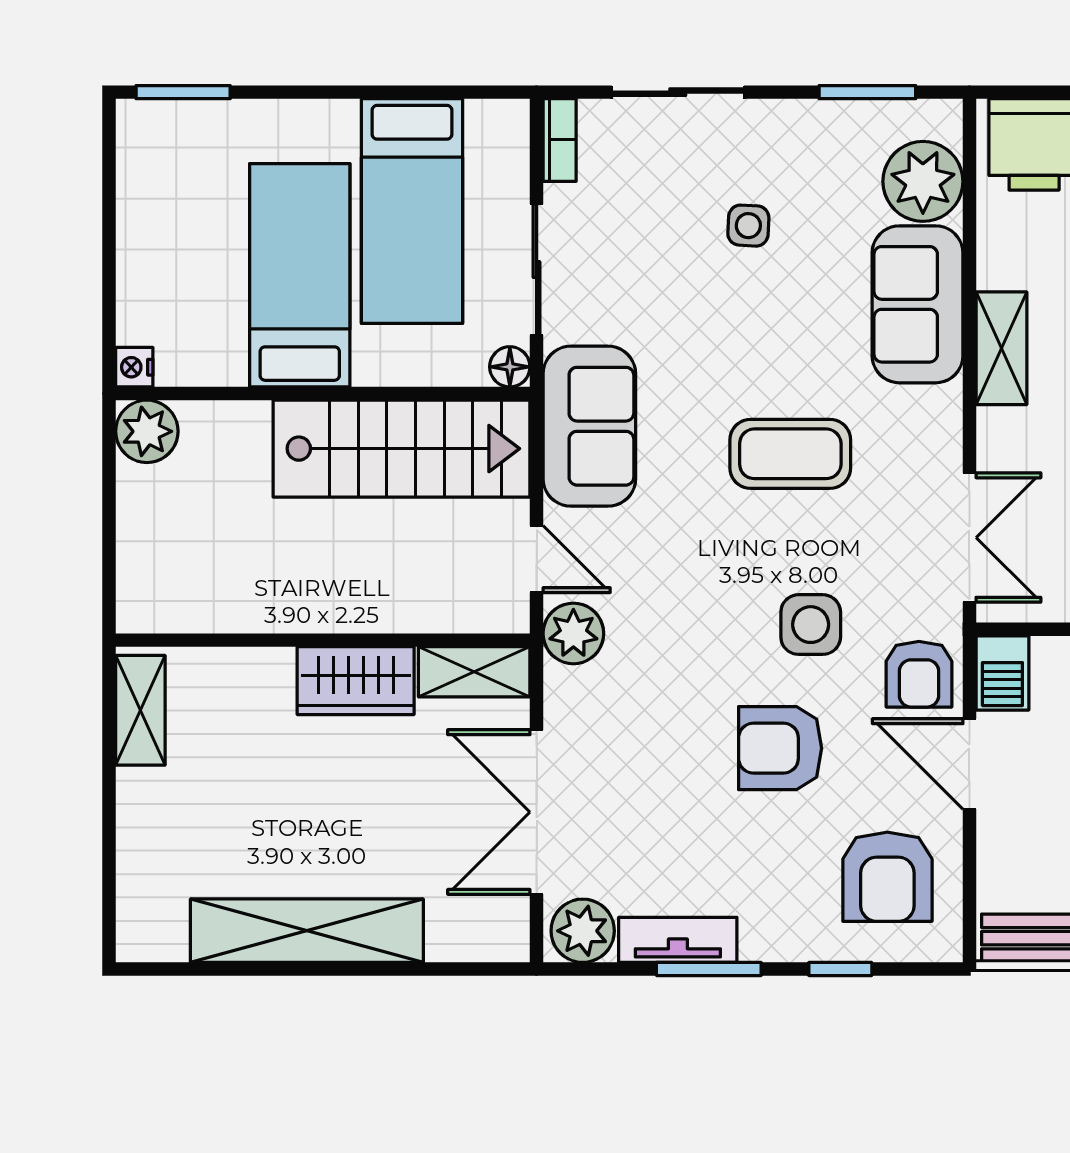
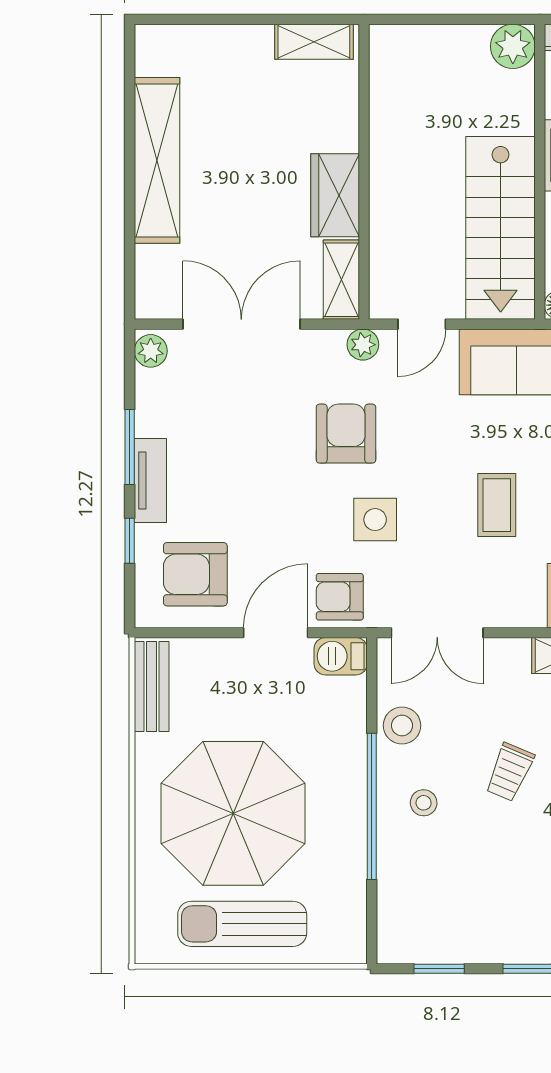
coffee table: (790, 454) -> (497, 505), width x0.73, depth x0.77
plant: (573, 633) -> (363, 345), width x0.73, depth x0.73
armchair: (780, 748) -> (346, 434), moved
plant: (583, 931) -> (151, 351), width x0.73, depth x0.73
tv unit: (678, 940) -> (150, 480), moved

